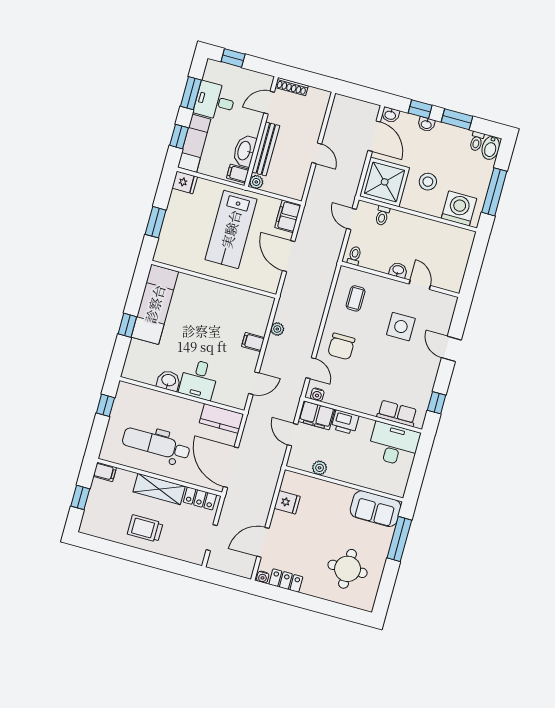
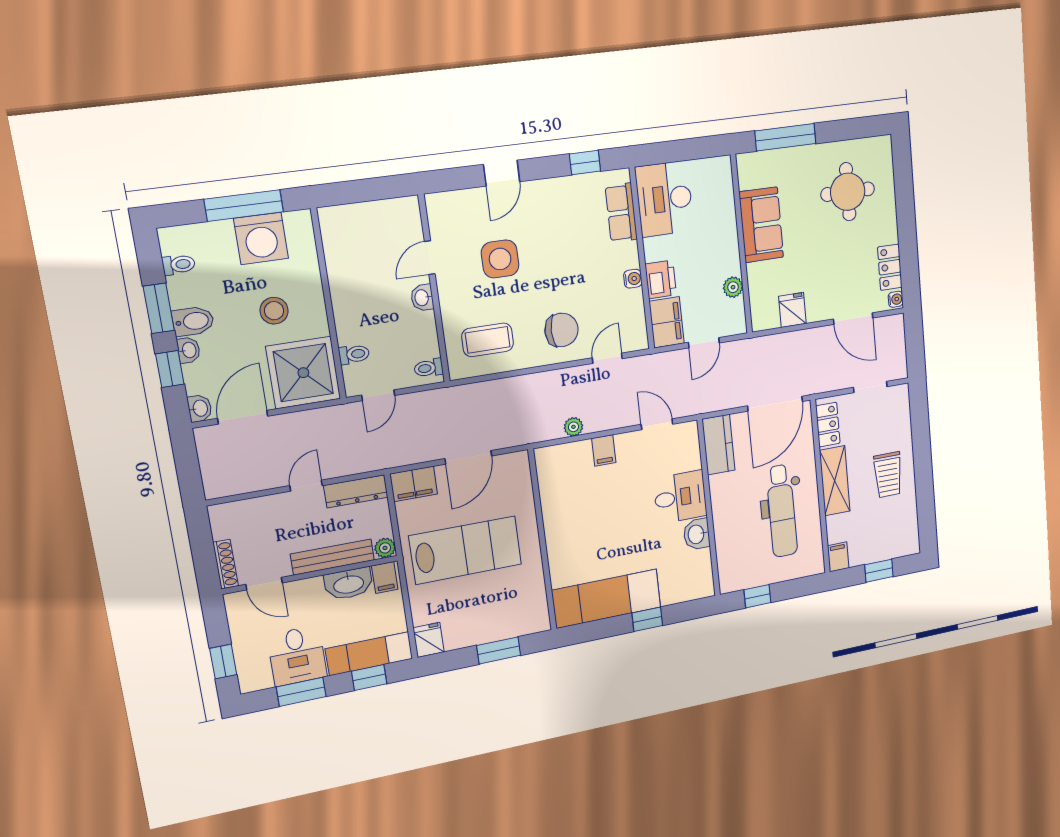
bidet: (491, 148) -> (193, 321), moved
dresser: (300, 180) -> (356, 491), added
washing machine: (459, 208) -> (261, 238), moved, turned -90
coffee table: (356, 298) -> (488, 340), width x1.36, depth x1.30
water cooler: (317, 395) -> (633, 279), moved
sofa: (376, 509) -> (761, 225), moved

